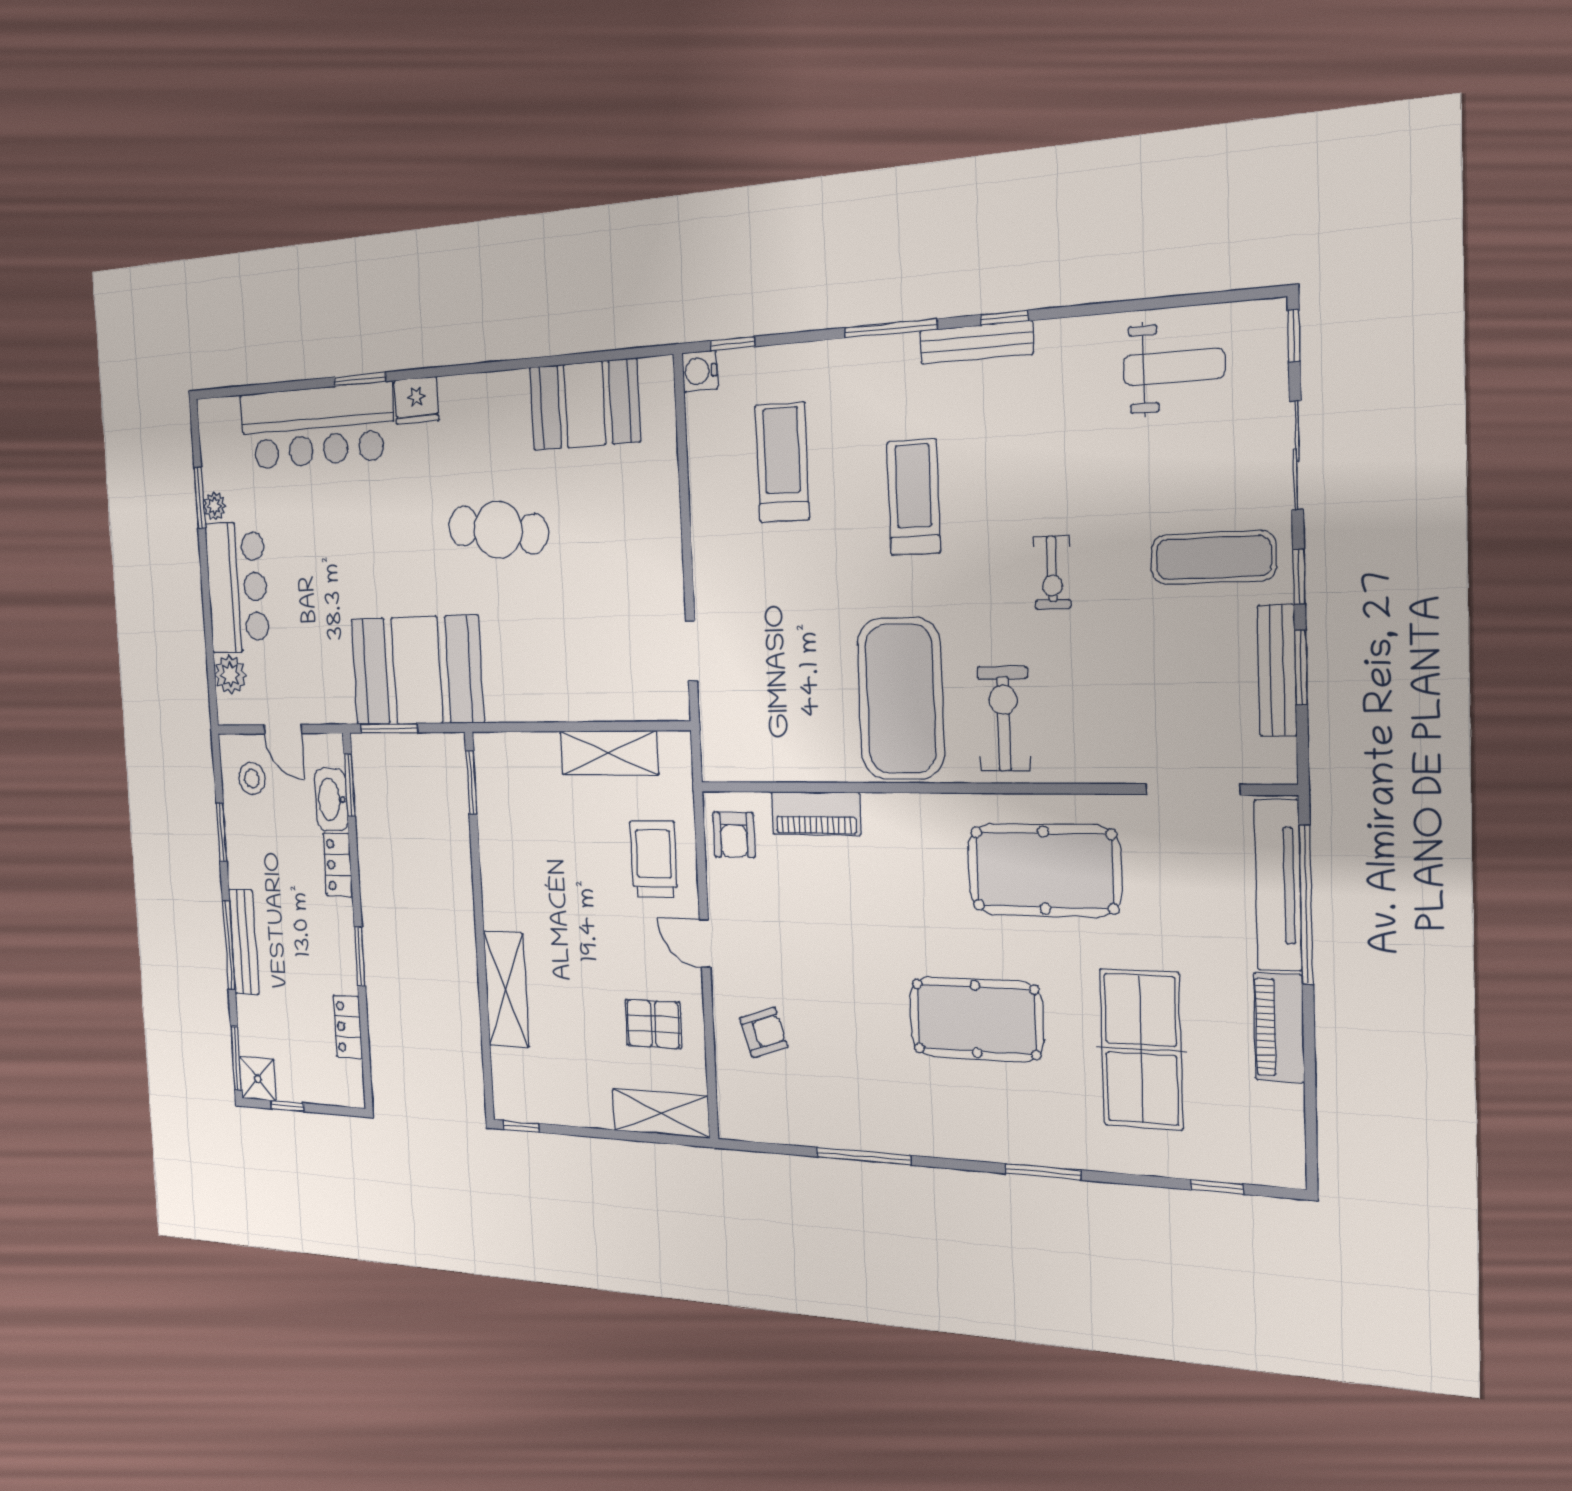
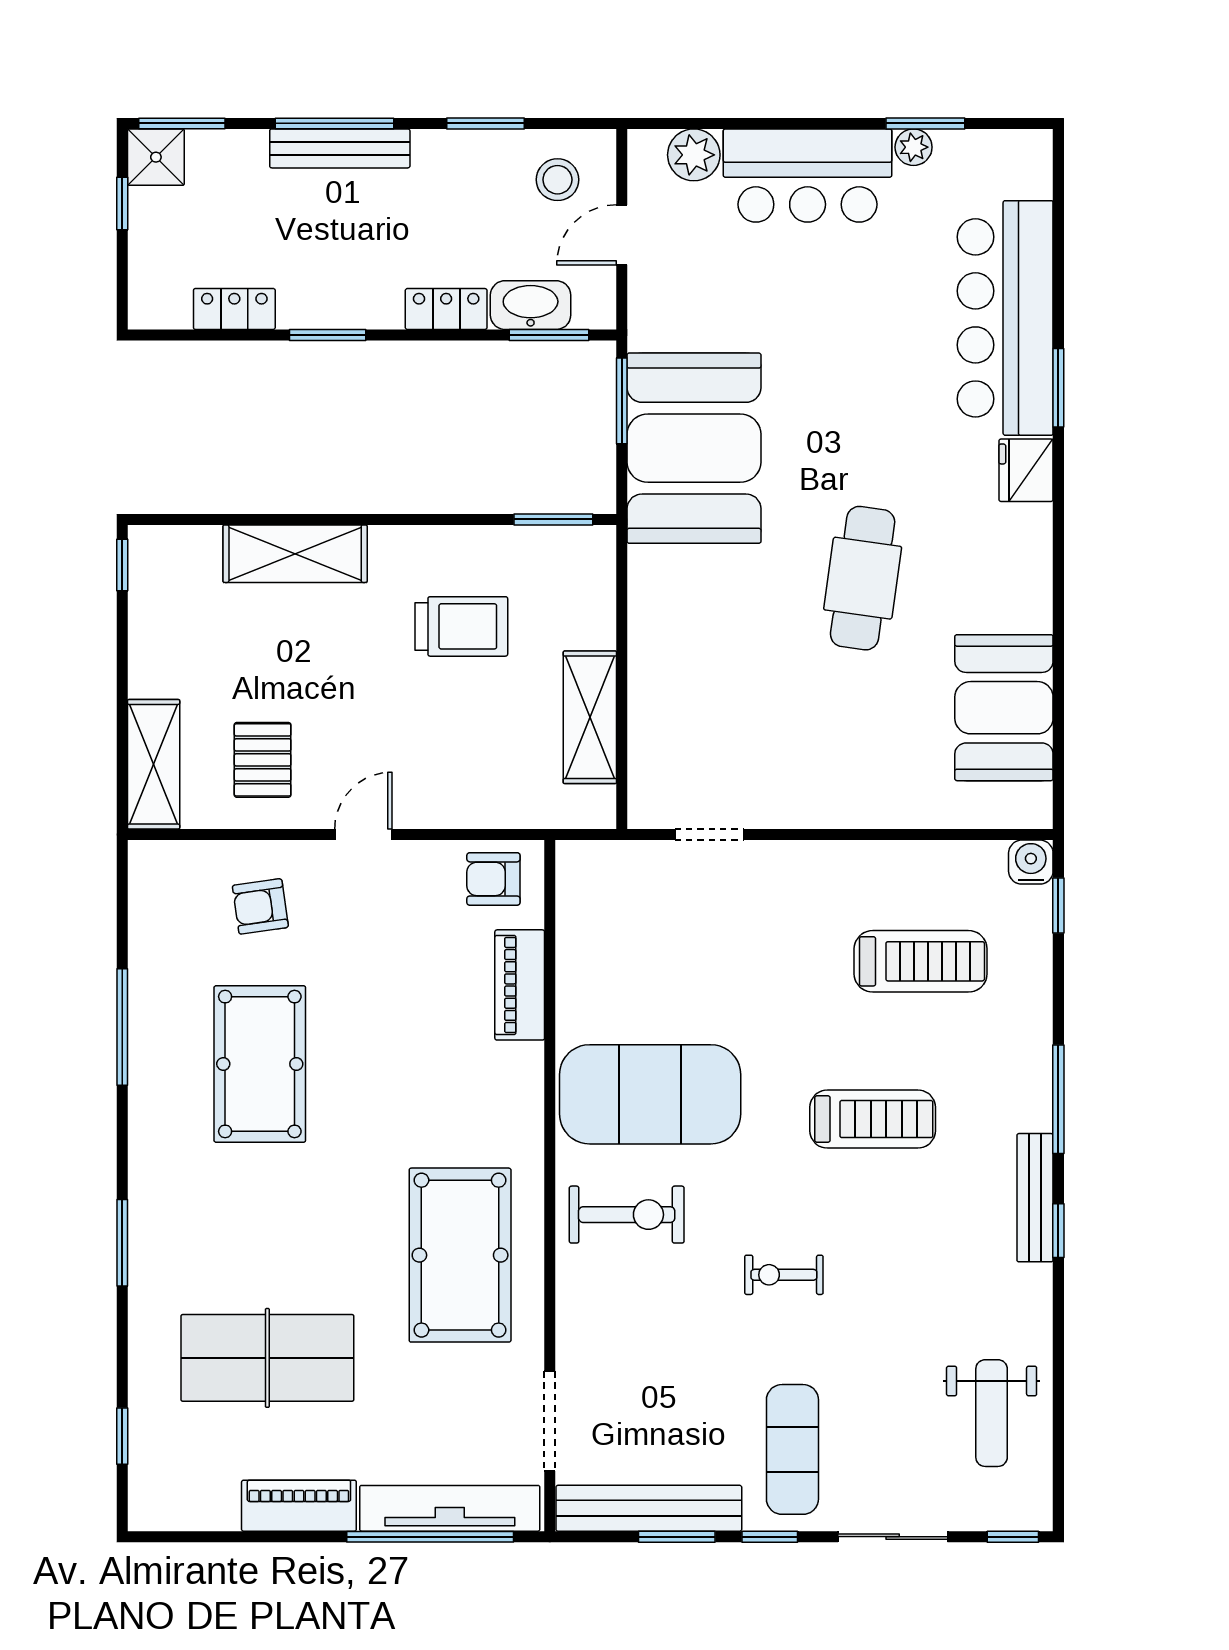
bench: (1277, 671) -> (649, 1508), width x1.37, depth x1.21
trolley: (654, 859) -> (461, 626), moved
pool table: (976, 1019) -> (260, 1064), moved
armchair: (764, 1032) -> (260, 906), turned 100

